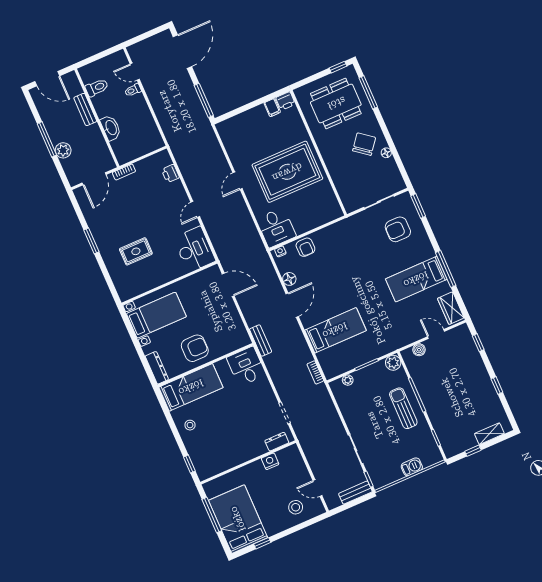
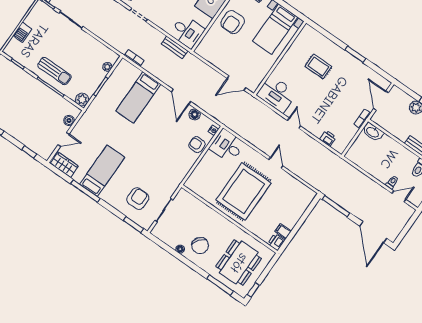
washbasin: (111, 128) -> (373, 132), moved
rug: (136, 251) -> (318, 66), turned 90
bench: (261, 341) -> (175, 47), moved

